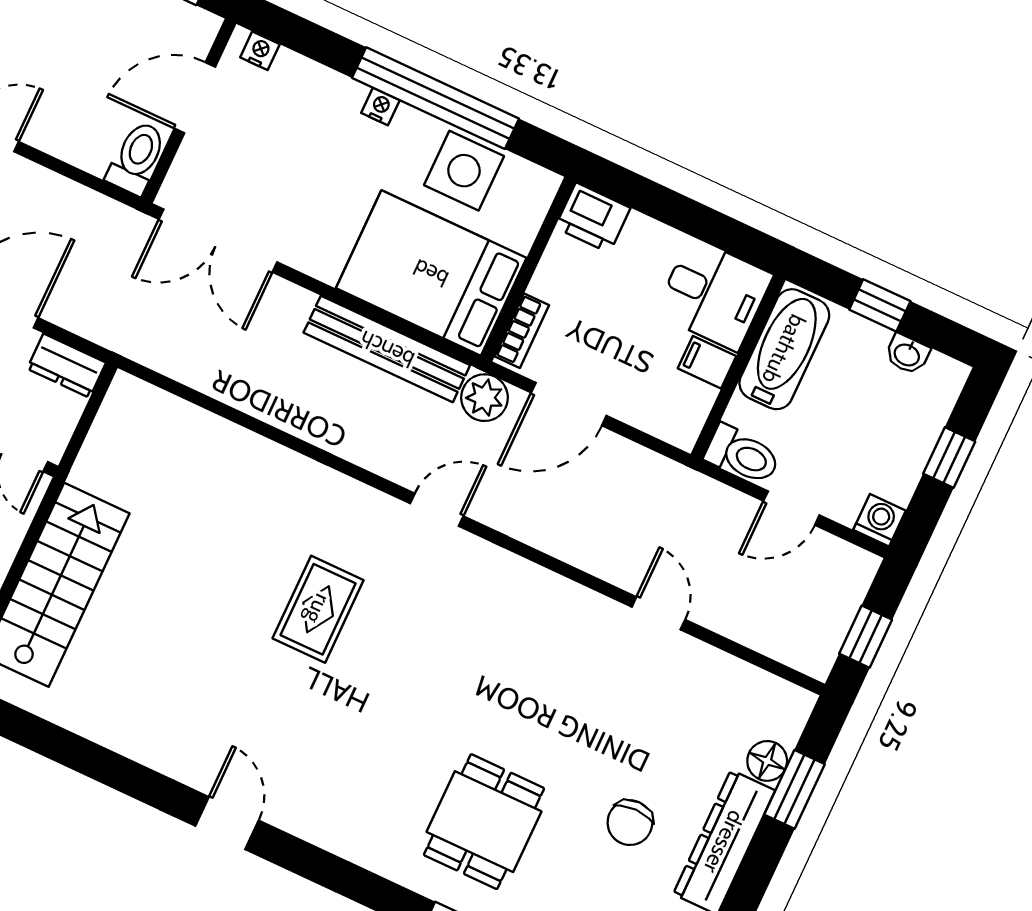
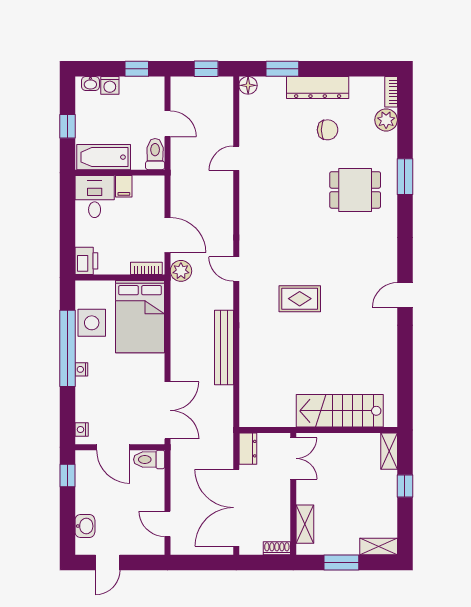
bench: (387, 349) -> (224, 348), moved
washbasin: (907, 354) -> (90, 83), moved, turned 90
window: (949, 458) -> (137, 69), moved
washing machine: (879, 520) -> (110, 85), moved, turned -90
floor lamp: (767, 761) -> (248, 85), moved

